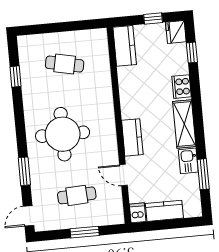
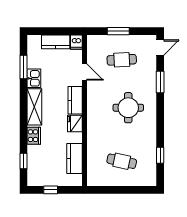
fridge: (176, 32) -> (75, 123), moved, turned 180
kitchen counter: (125, 46) -> (74, 158), moved
round table: (63, 134) -> (128, 108), width x0.73, depth x0.73

